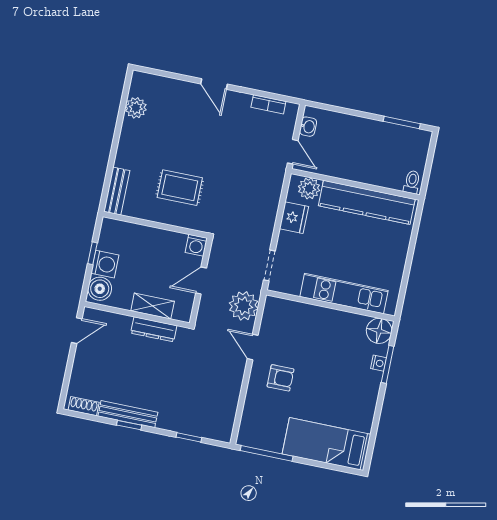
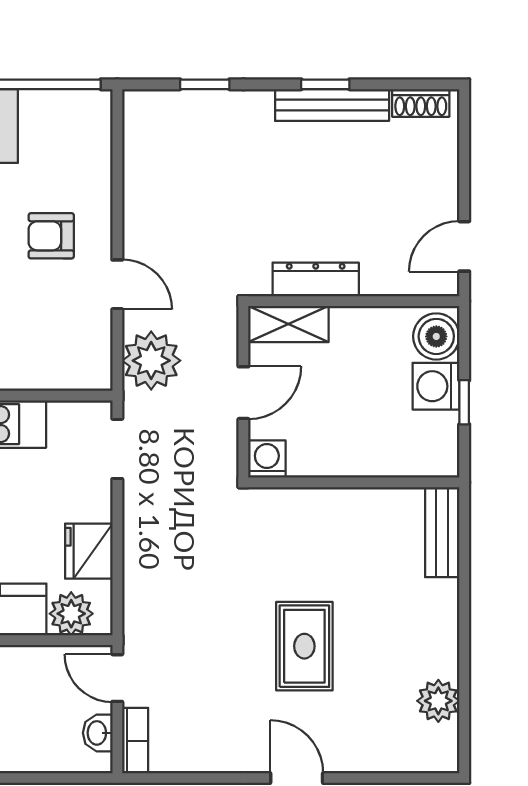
bookcase: (268, 104) -> (135, 741), moved, turned 90
rug: (180, 188) -> (304, 646), moved, turned 90
shelving: (153, 306) -> (288, 324), moved

